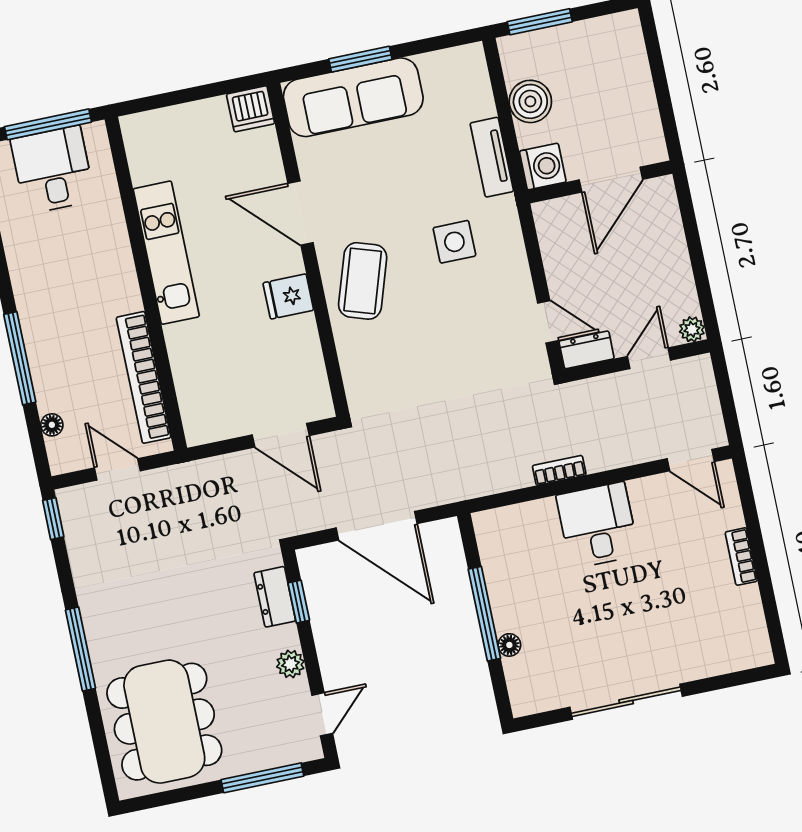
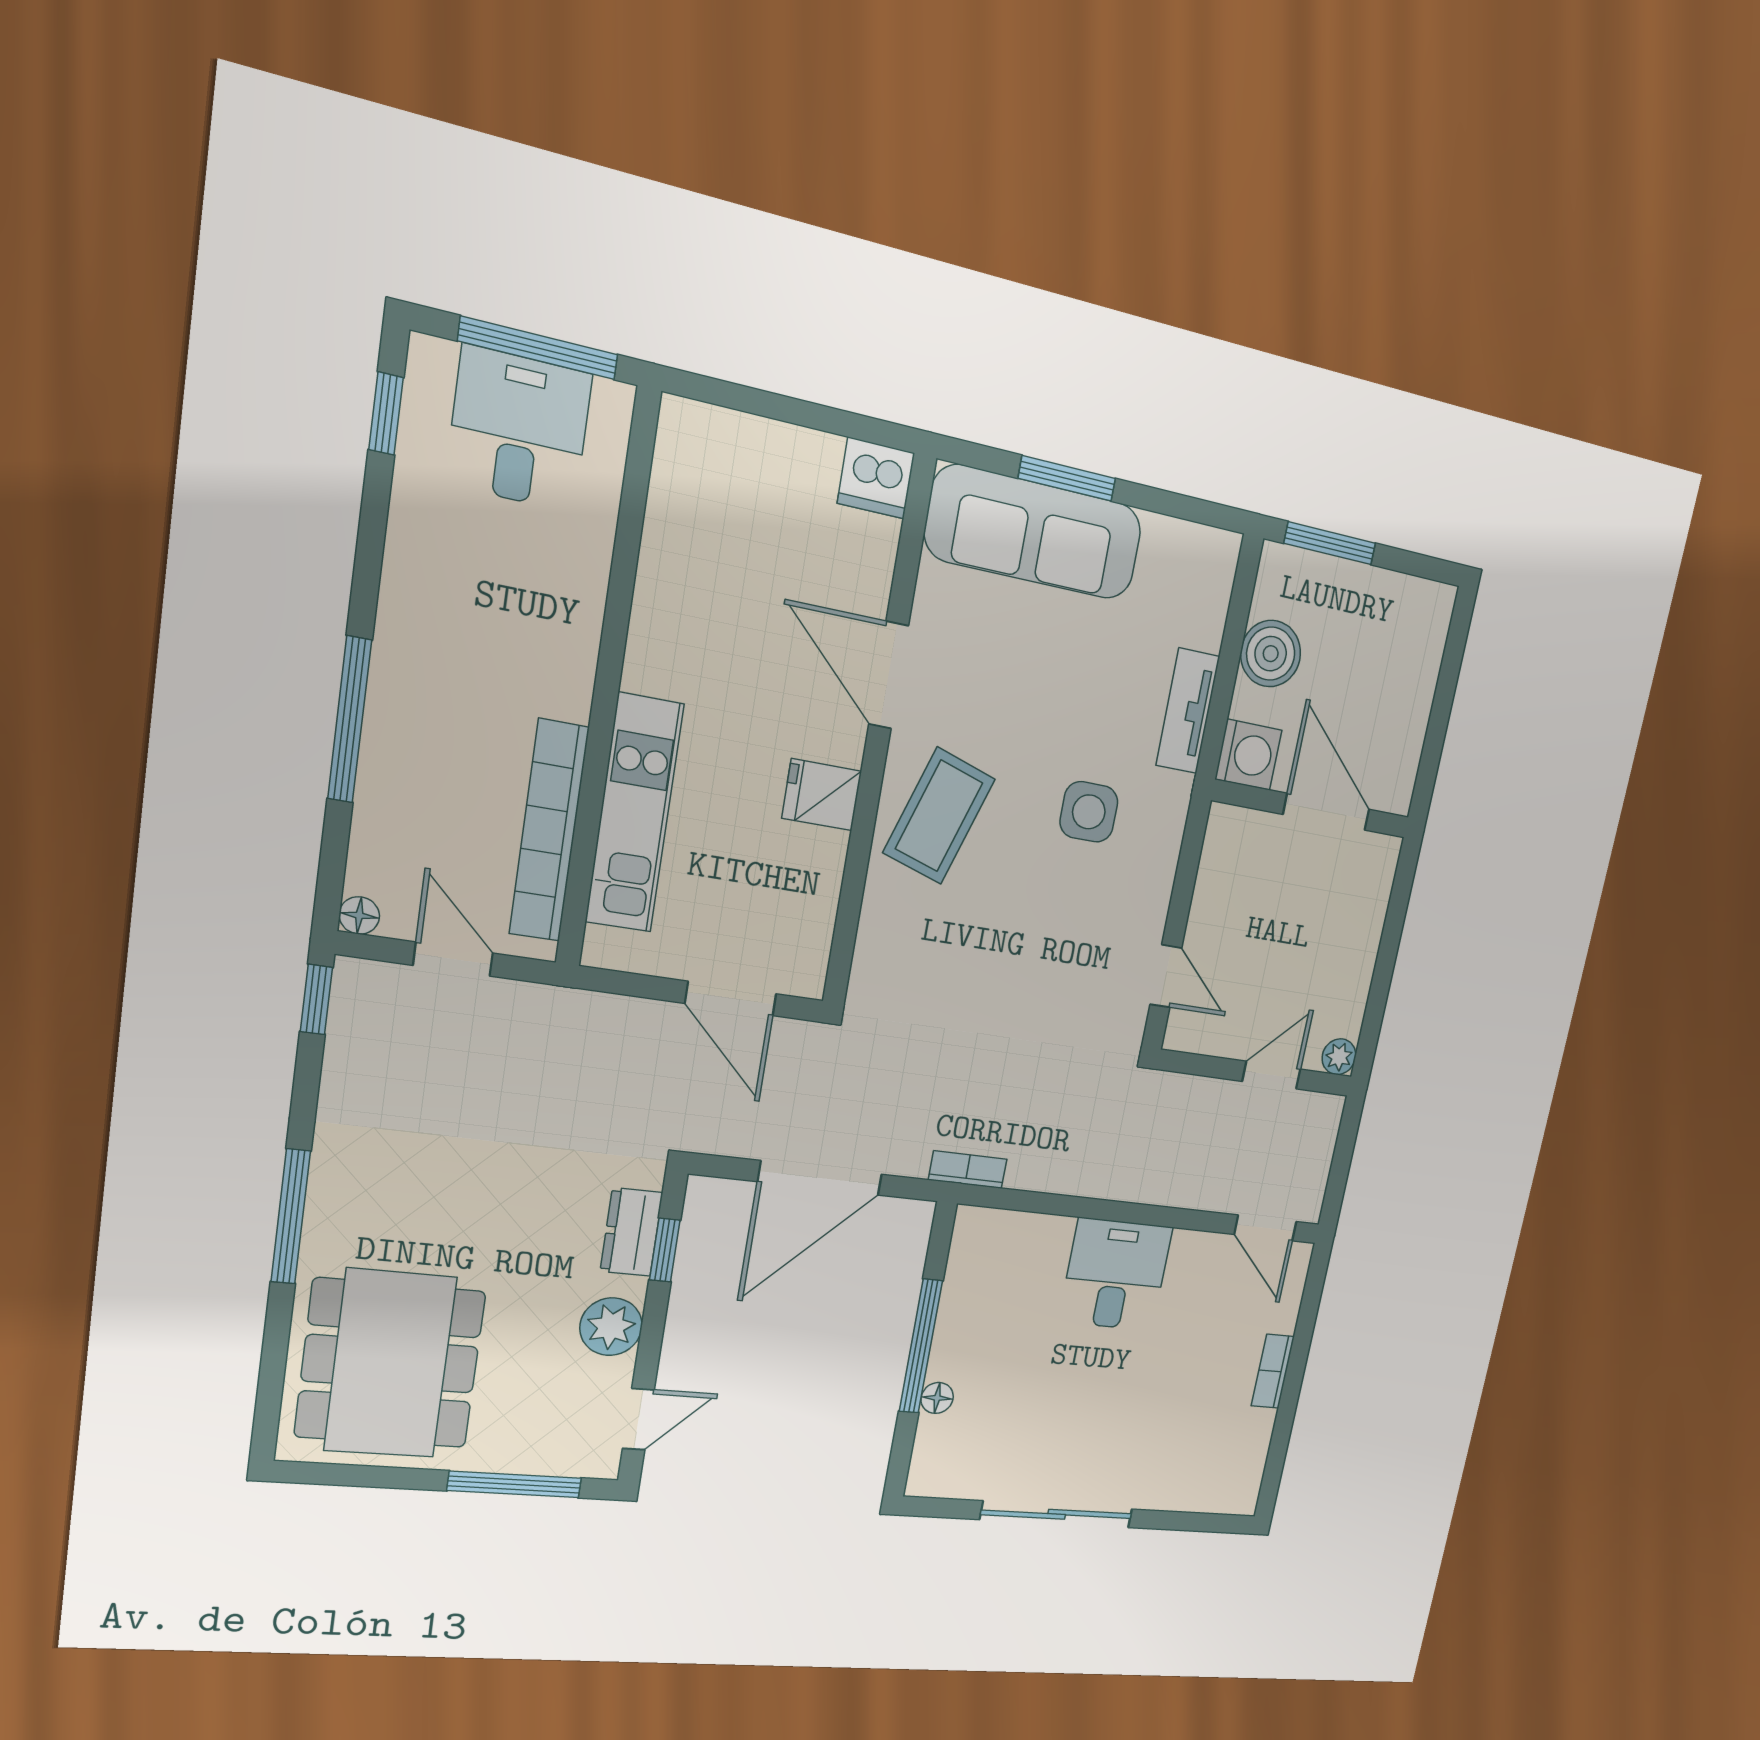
door: (611, 180) -> (1326, 812), swing flipped
kitchen unit: (166, 253) -> (634, 813), moved
dresser: (587, 350) -> (1199, 1034), removed
floor lamp: (52, 425) -> (359, 915), moved
bookcase: (559, 470) -> (968, 1169), moved
door: (377, 526) -> (820, 1178), hinge flipped
plant: (290, 664) -> (611, 1327), width x1.38, depth x1.38

